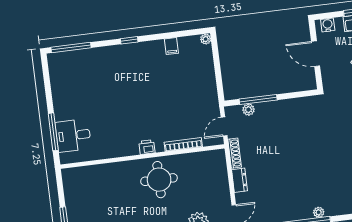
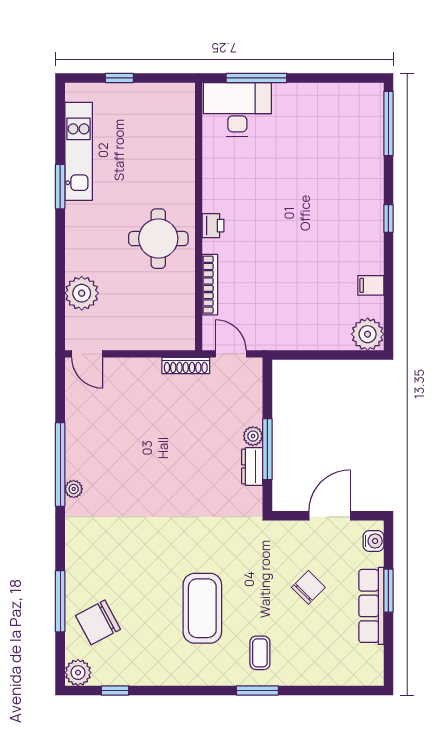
plant: (206, 39) -> (368, 334), width x1.88, depth x1.88
window: (258, 99) -> (267, 449), moved
plant: (248, 110) -> (253, 436), moved
desk: (73, 135) -> (237, 109), width x1.37
dresser: (240, 180) -> (252, 466), moved, turned 90

